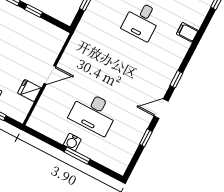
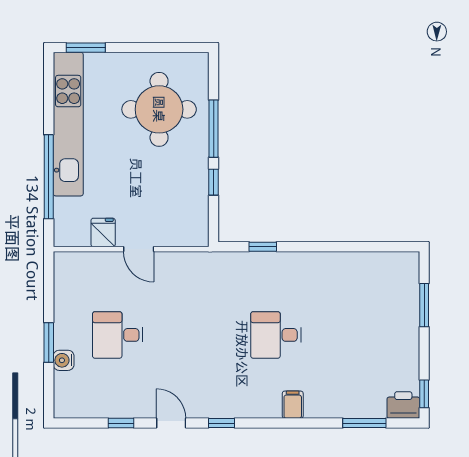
desk: (94, 113) -> (118, 335), width x0.73
water cooler: (72, 142) -> (64, 360), moved

